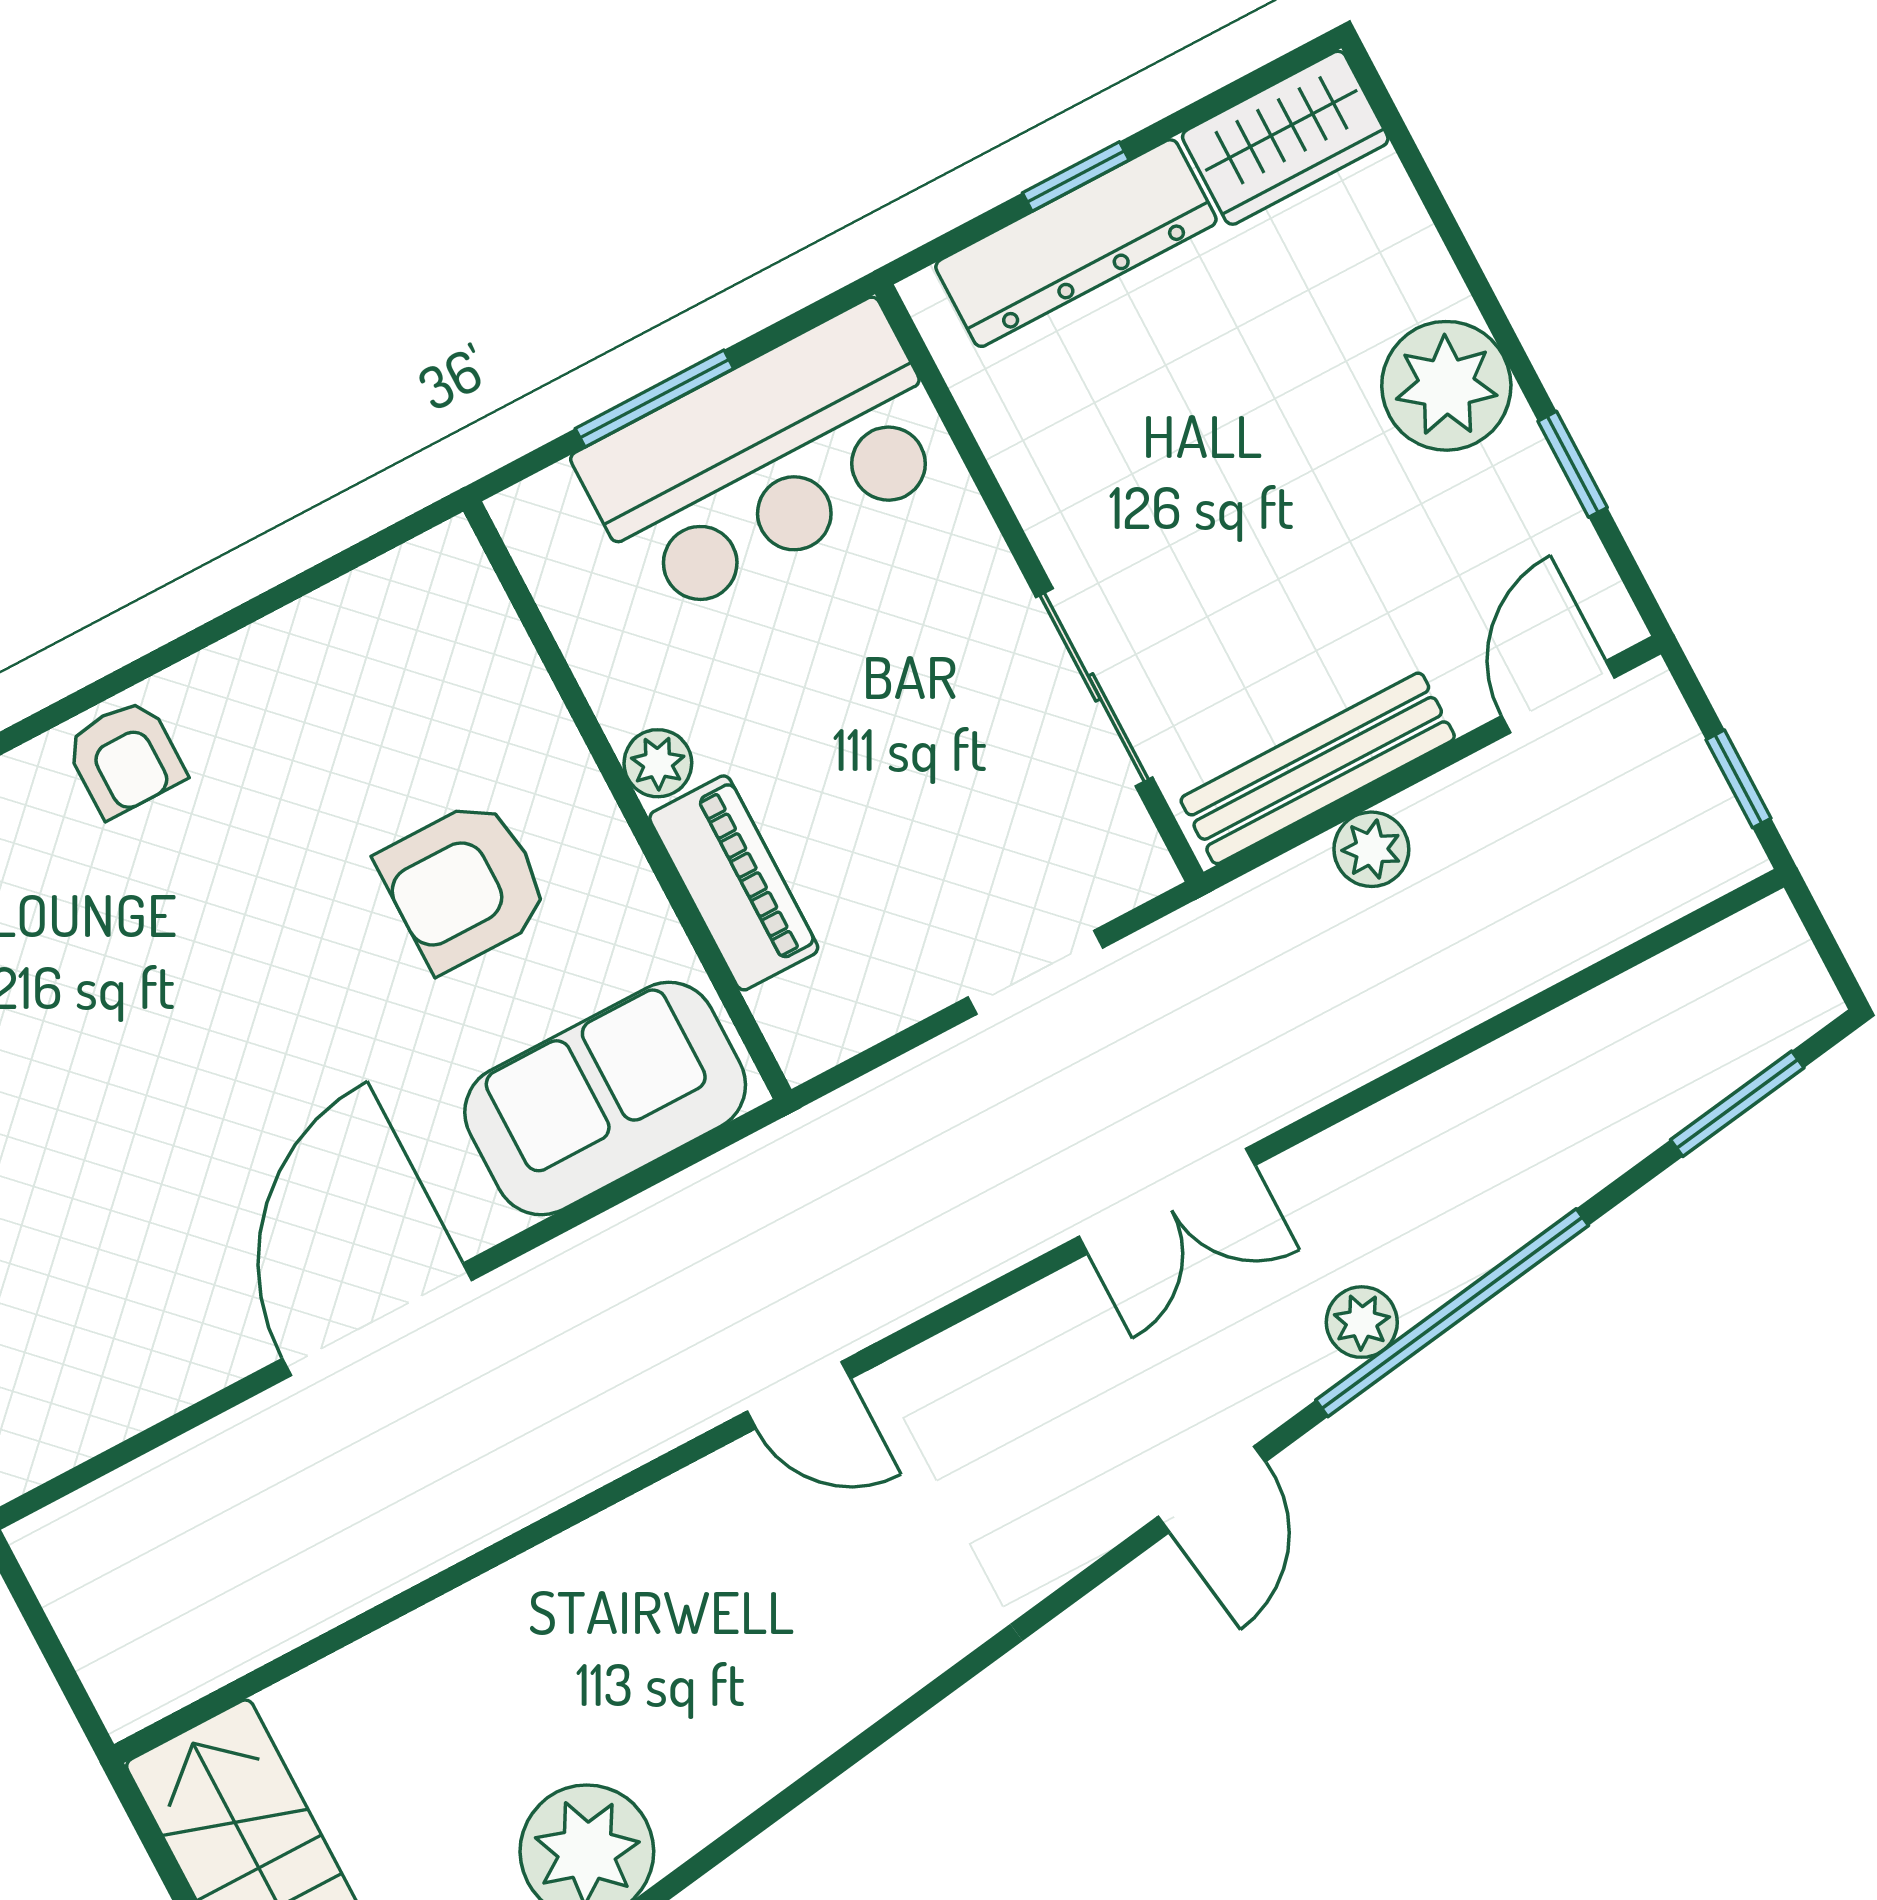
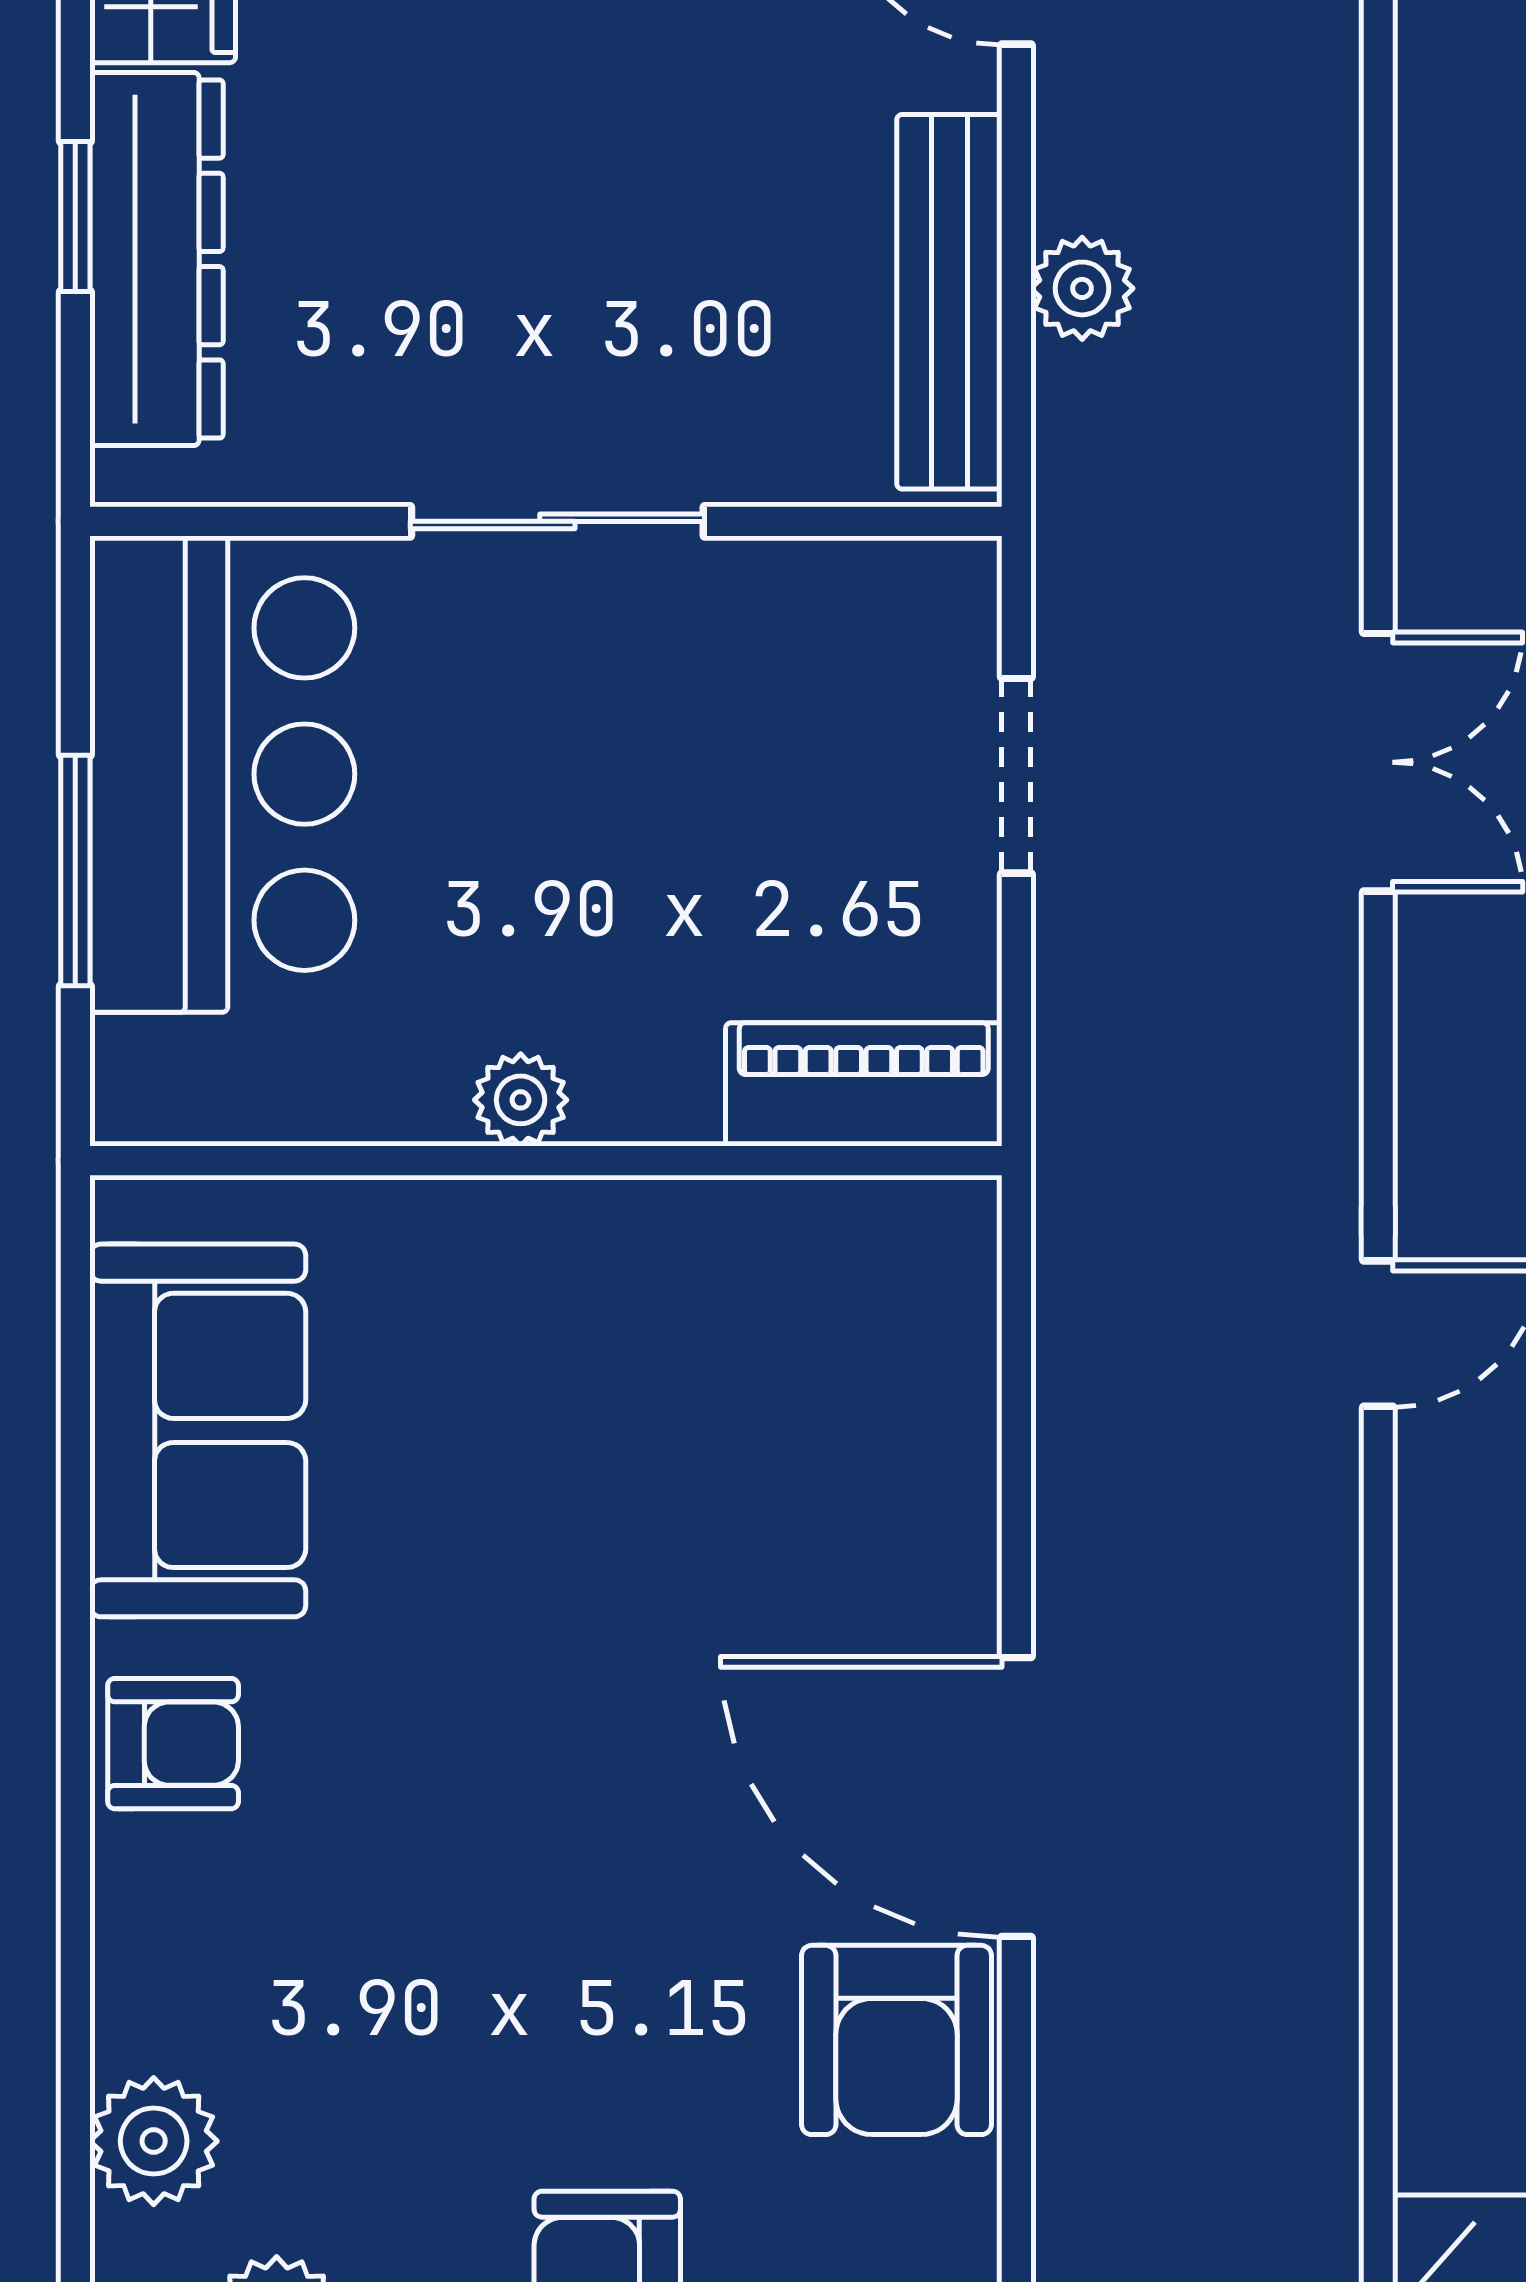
sliding door: (1094, 687) -> (557, 521), moved
piano: (734, 883) -> (864, 1084), moved
armchair: (464, 885) -> (896, 2040), moved
sofa: (605, 1098) -> (198, 1430), moved, turned 180

